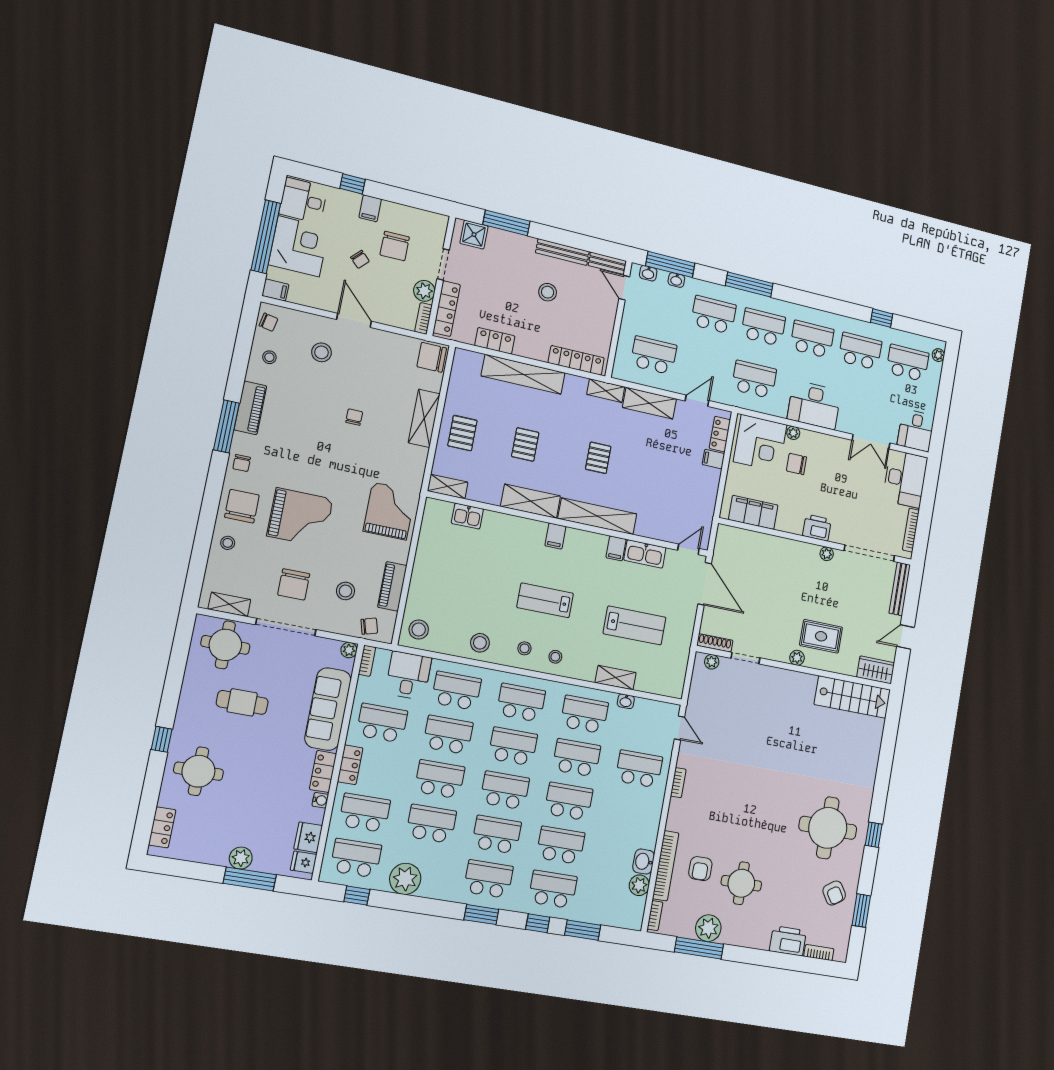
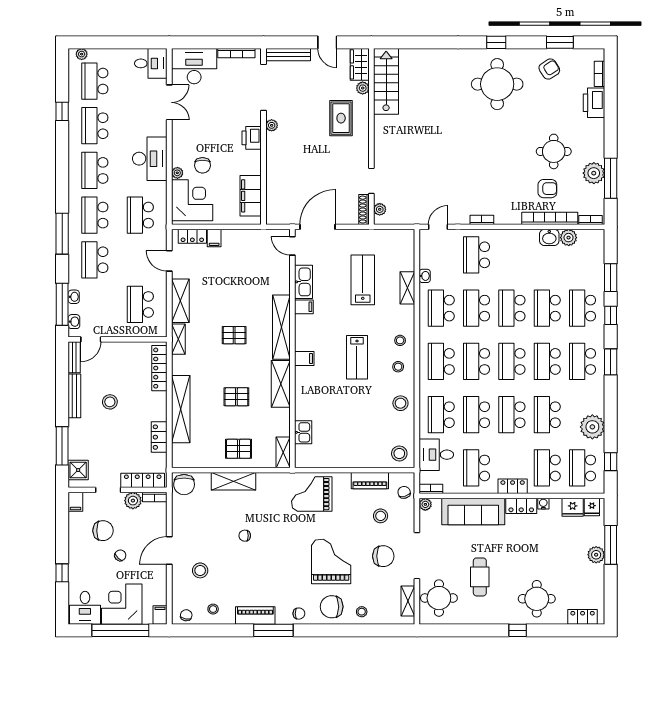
filing cabinet: (370, 208) -> (75, 502), moved, turned 90
plant: (797, 658) -> (363, 88), moved

